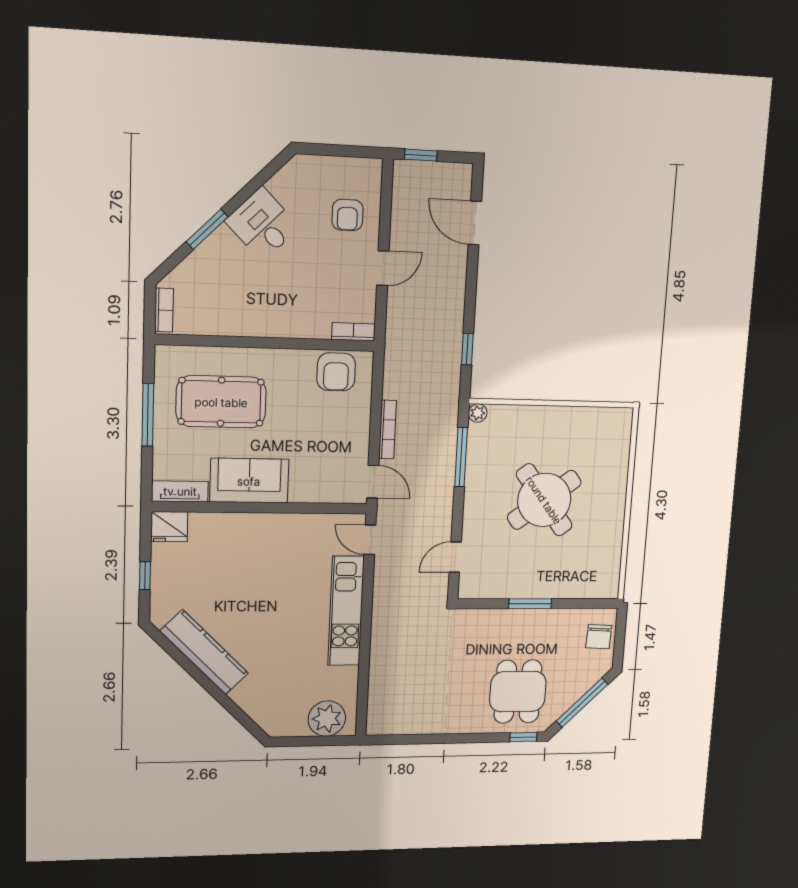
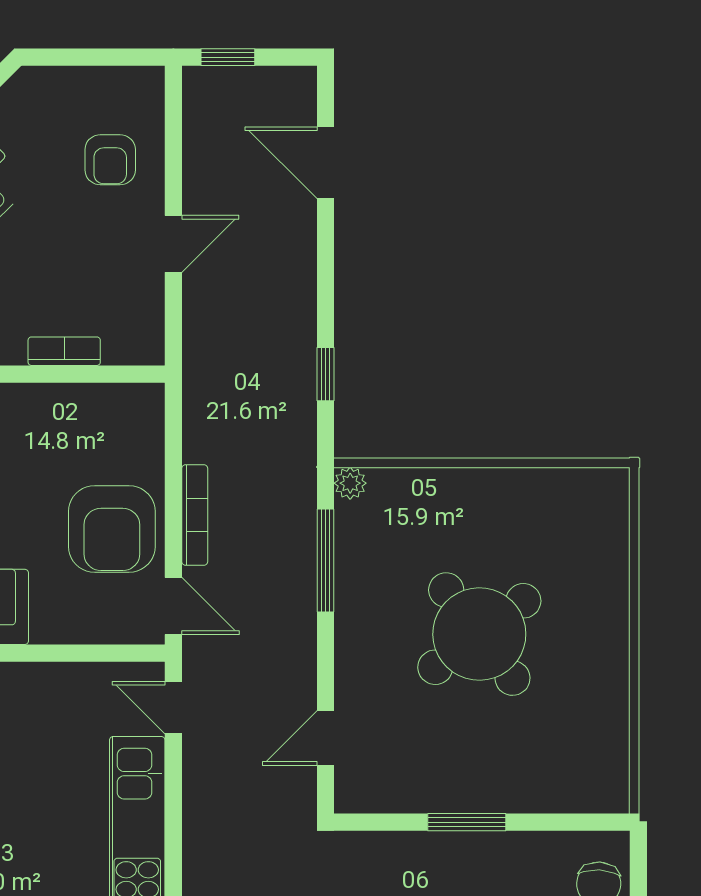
bookcase: (354, 332) -> (64, 351), moved
armchair: (336, 372) -> (112, 529), moved, width x1.36, depth x1.36

